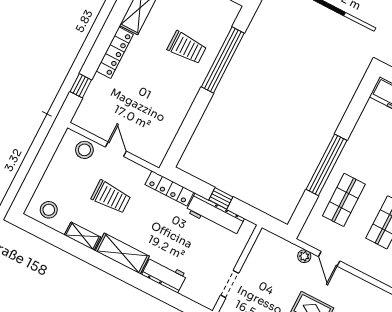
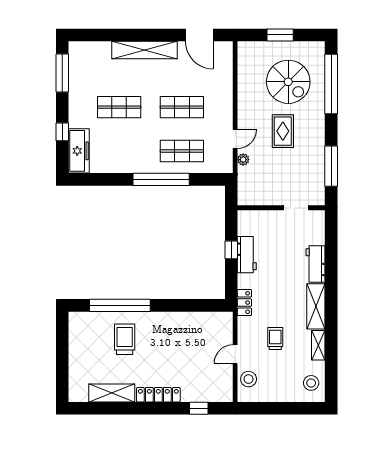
locker: (169, 188) -> (244, 303), width x0.66
trolley: (111, 197) -> (275, 339), width x0.73, depth x0.72
workbench: (215, 215) -> (247, 255), width x0.73

